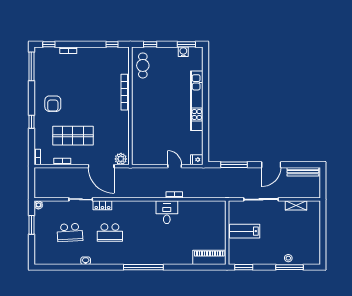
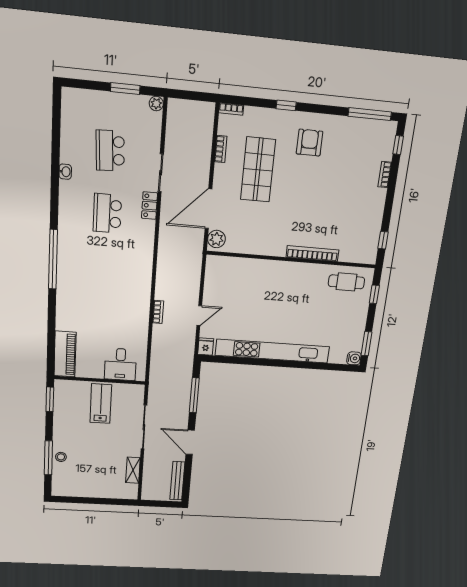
water cooler: (183, 52) -> (354, 358), moved
kitchen unit: (197, 101) -> (273, 351), width x1.36
armchair: (53, 104) -> (309, 143), turned 90
desk: (167, 212) -> (120, 364), moved, turned 90

